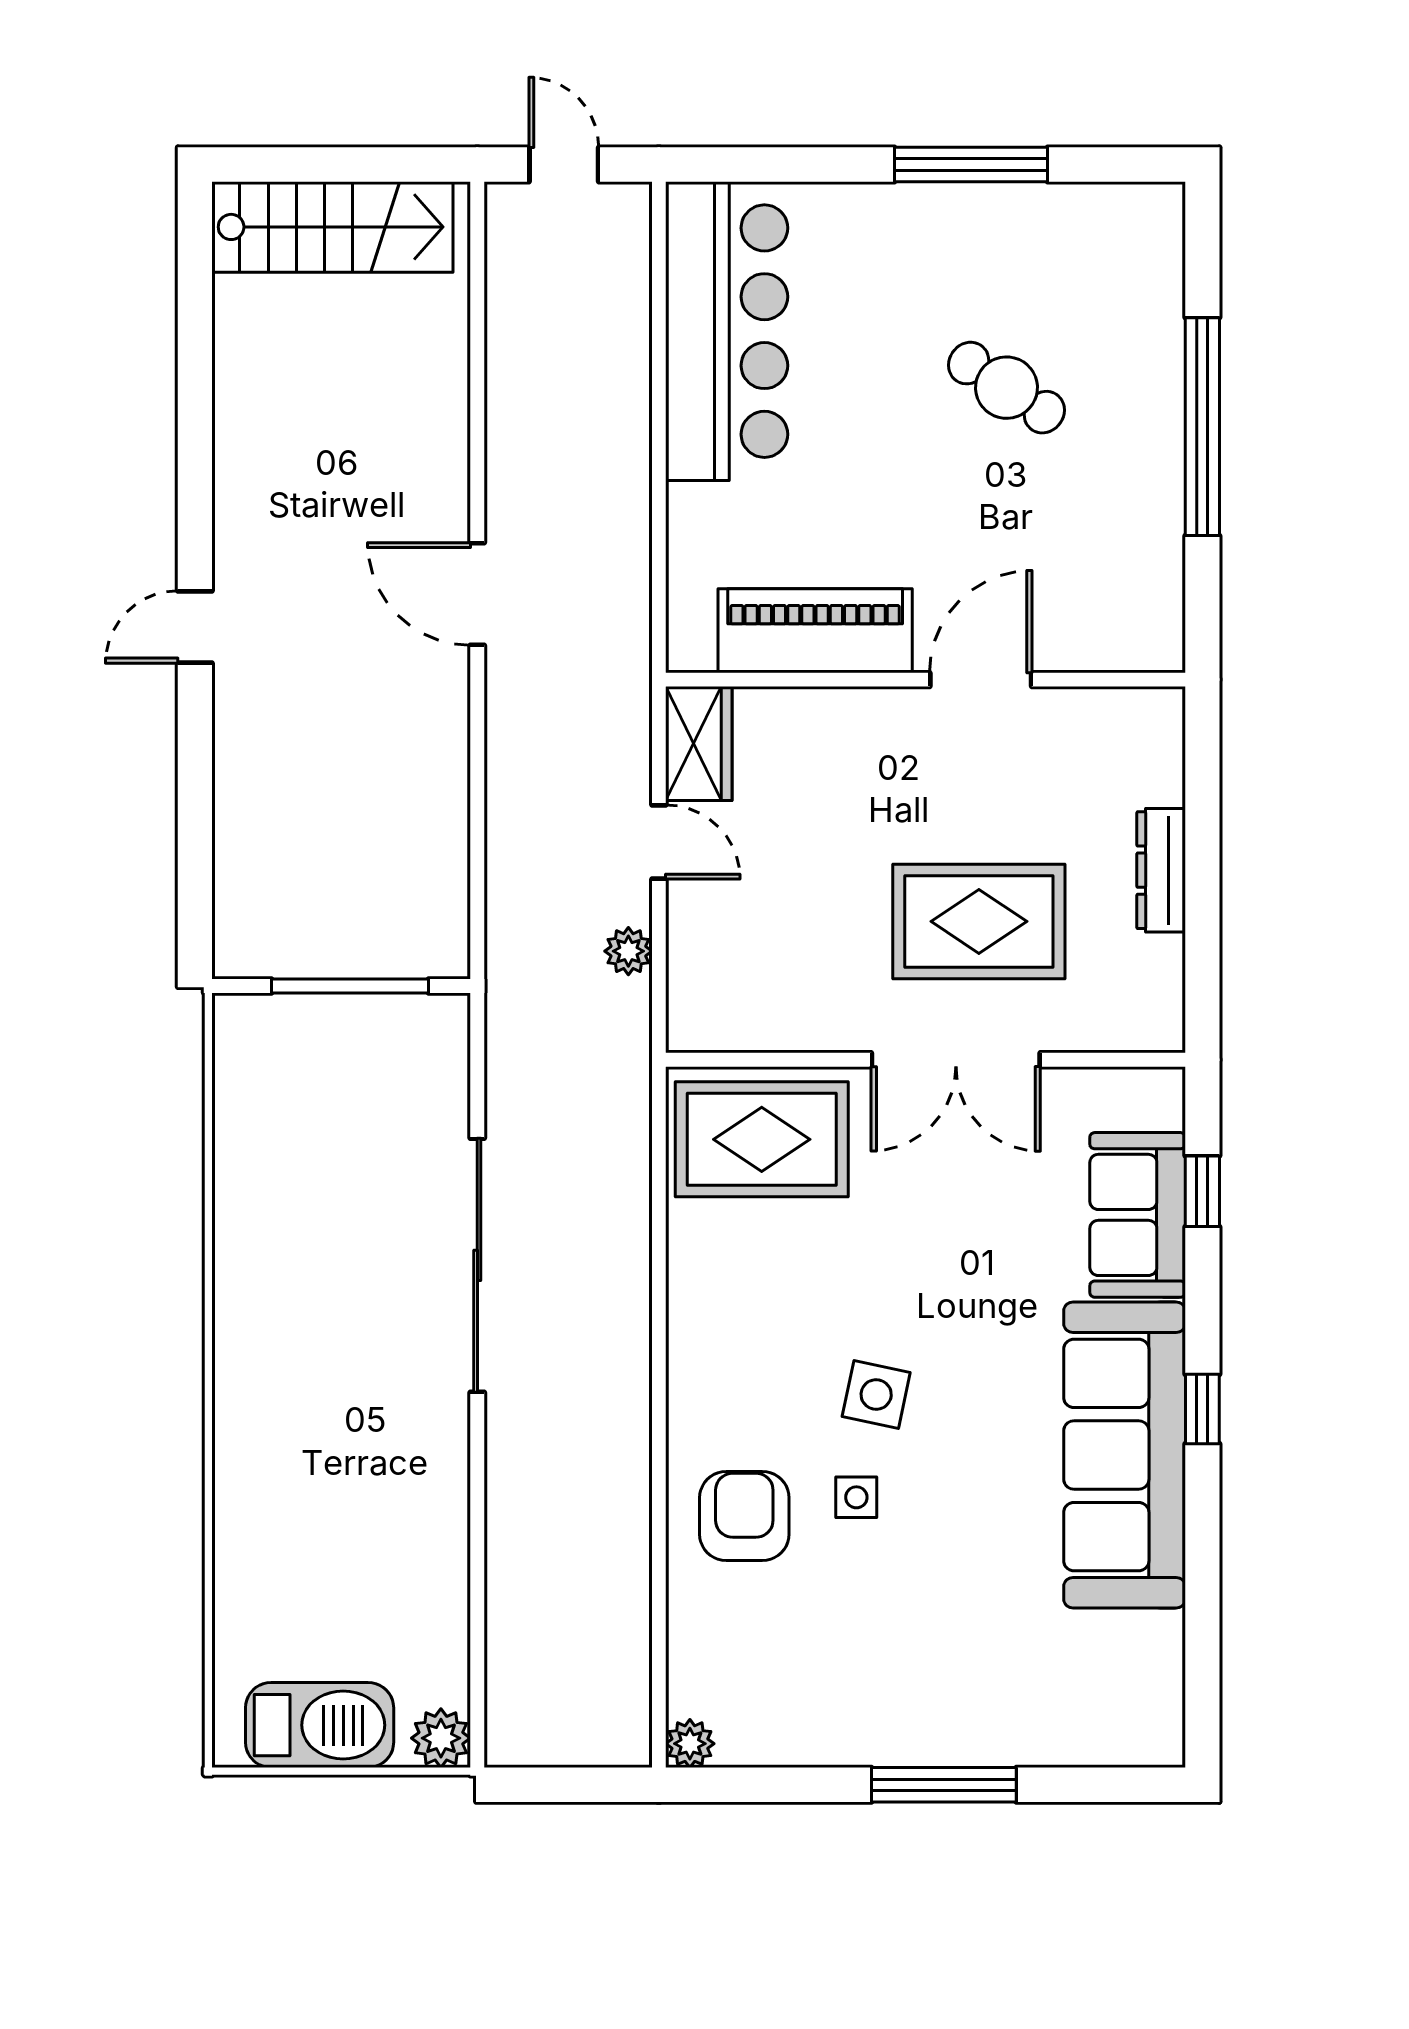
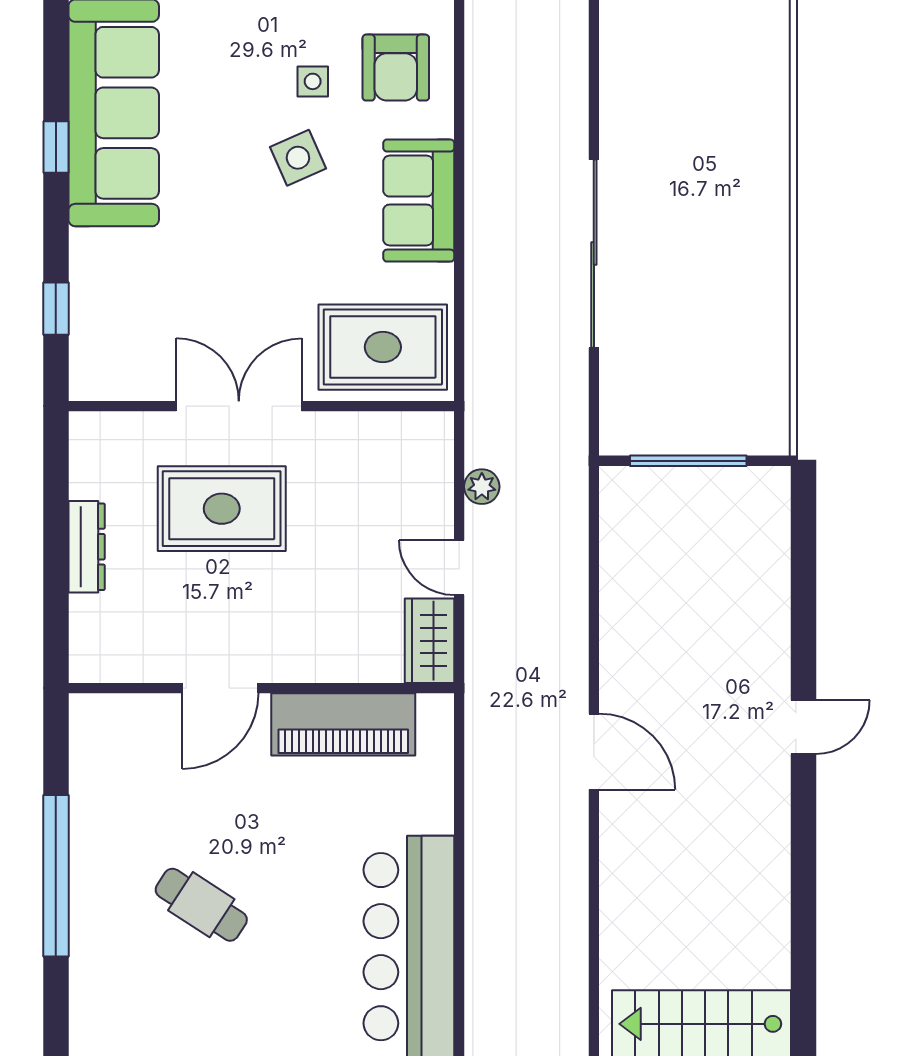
sofa: (1138, 1215) -> (419, 201), moved, turned 180
side table: (876, 1395) -> (298, 158), turned -36

